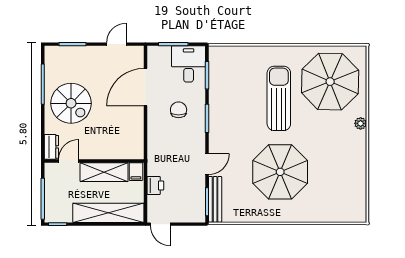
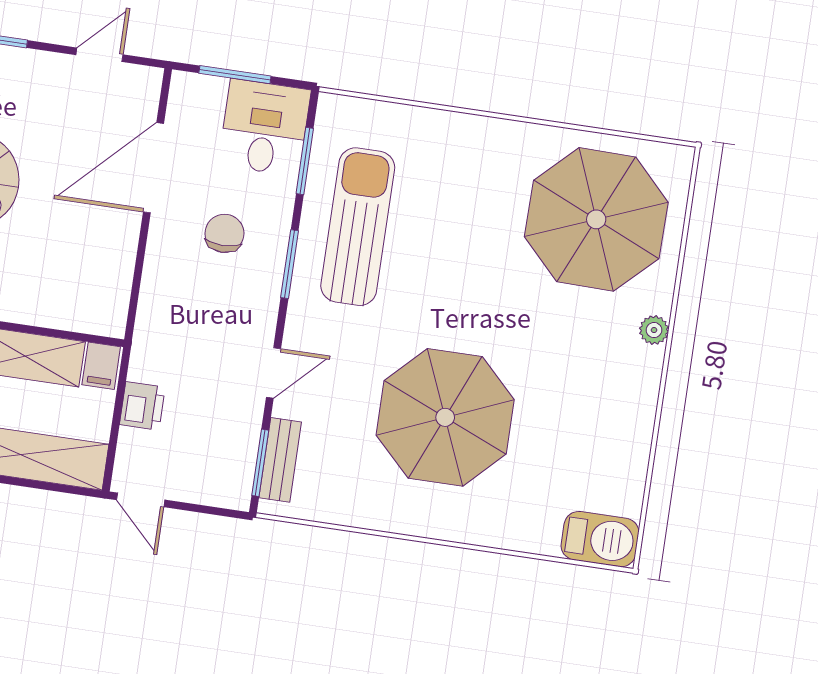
sun lounger: (279, 98) -> (358, 227), moved
bench: (215, 199) -> (280, 460), width x0.73
barbecue: (351, 212) -> (600, 539), added

